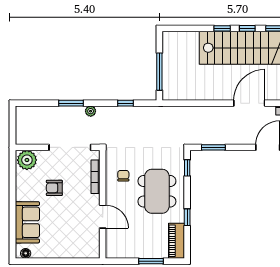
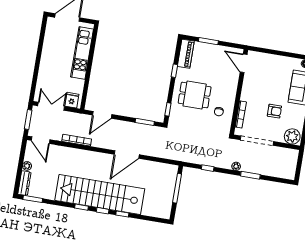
door: (249, 103) -> (127, 155), moved
dining table: (157, 191) -> (195, 95), width x0.73
door: (103, 217) -> (244, 63), moved

